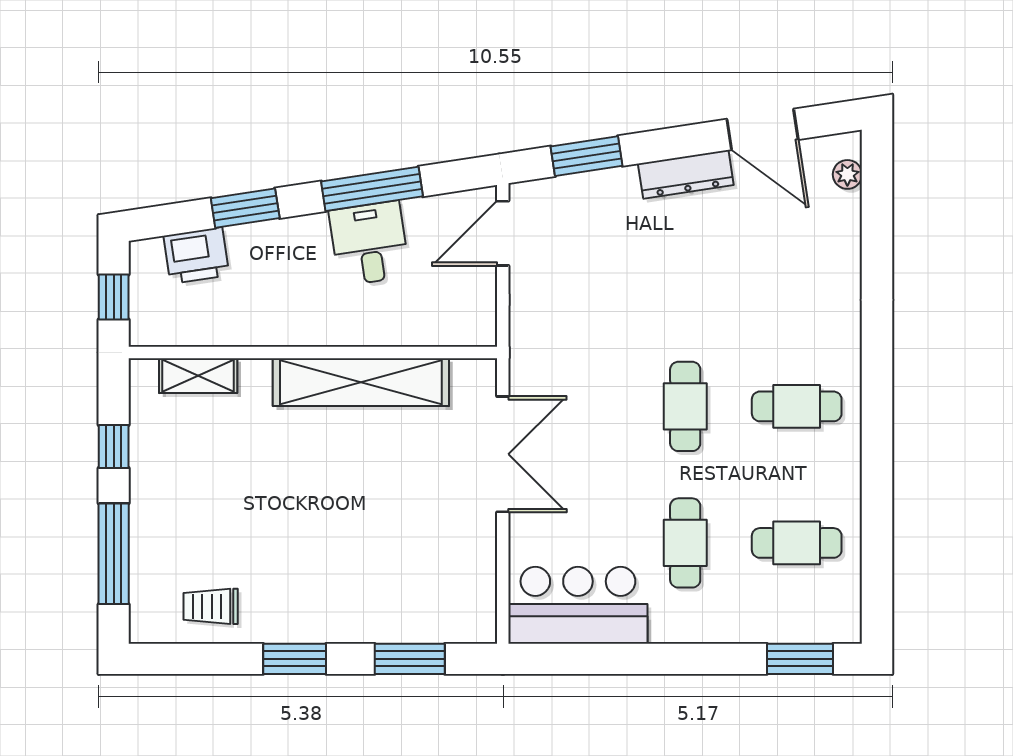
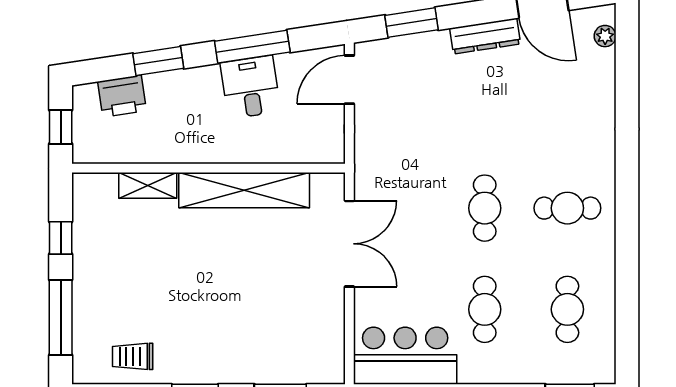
shelving: (198, 376) -> (148, 185), moved
cafe table: (797, 543) -> (567, 309), turned 90

